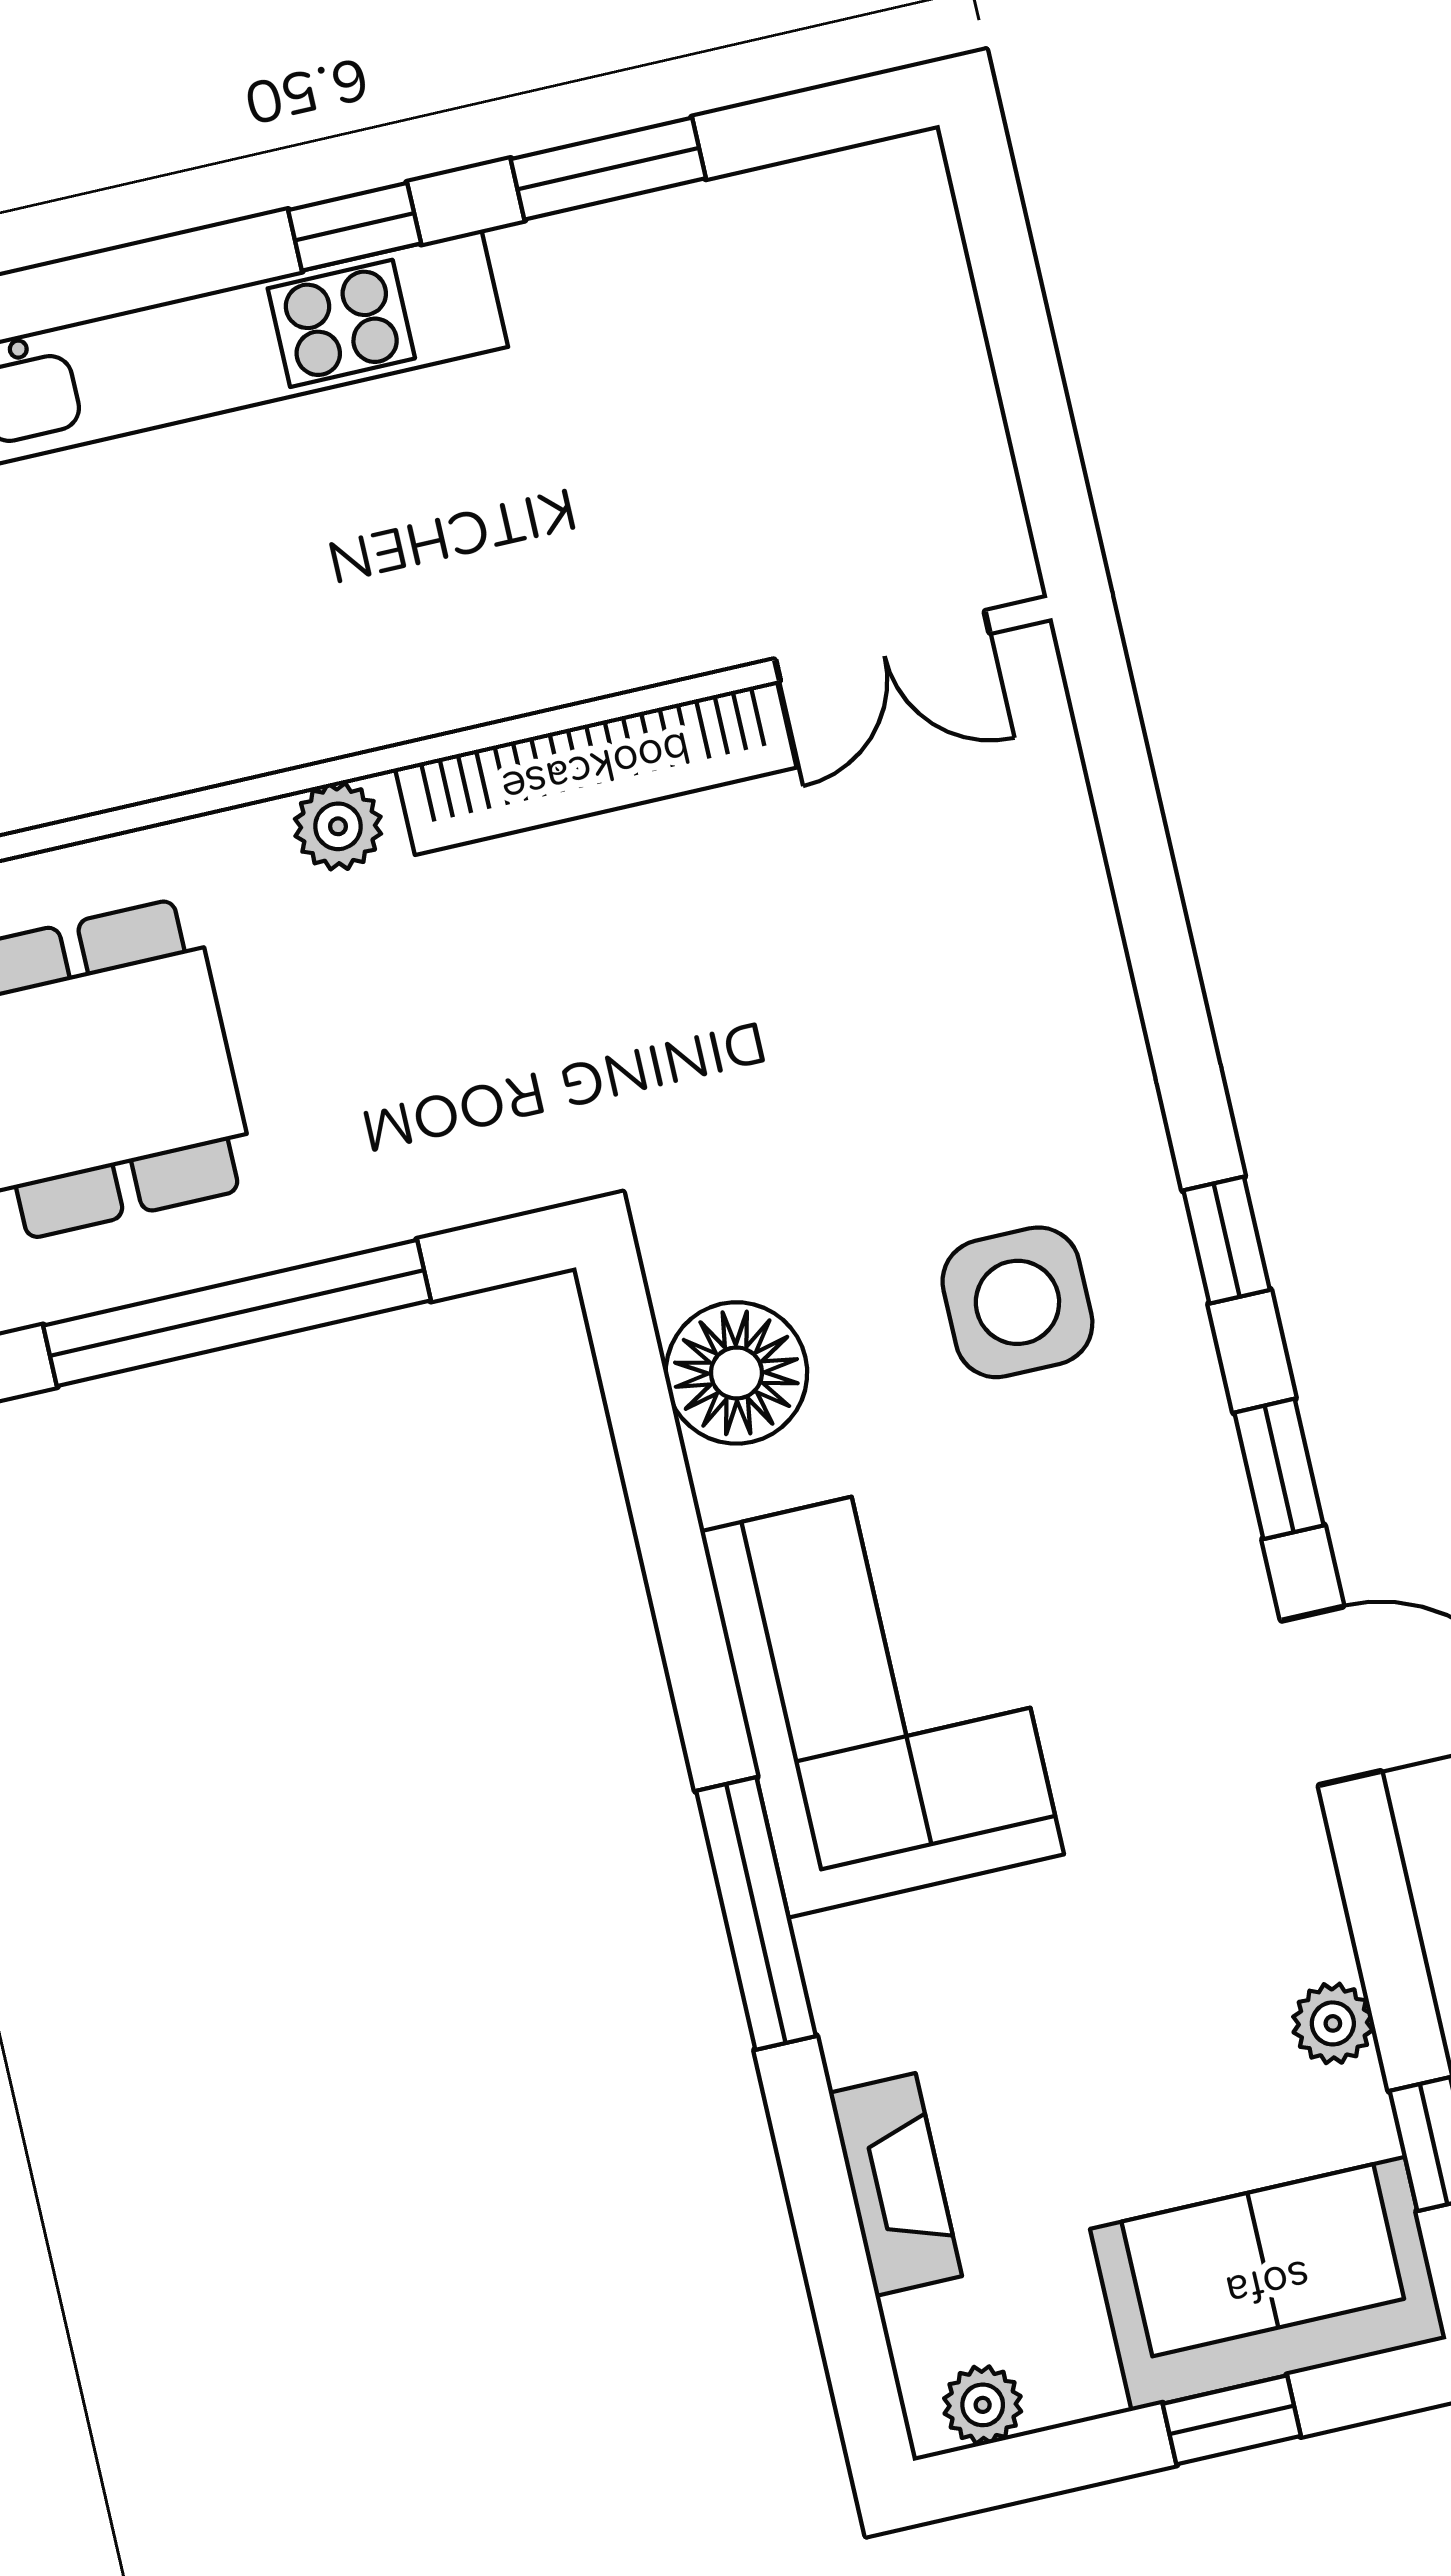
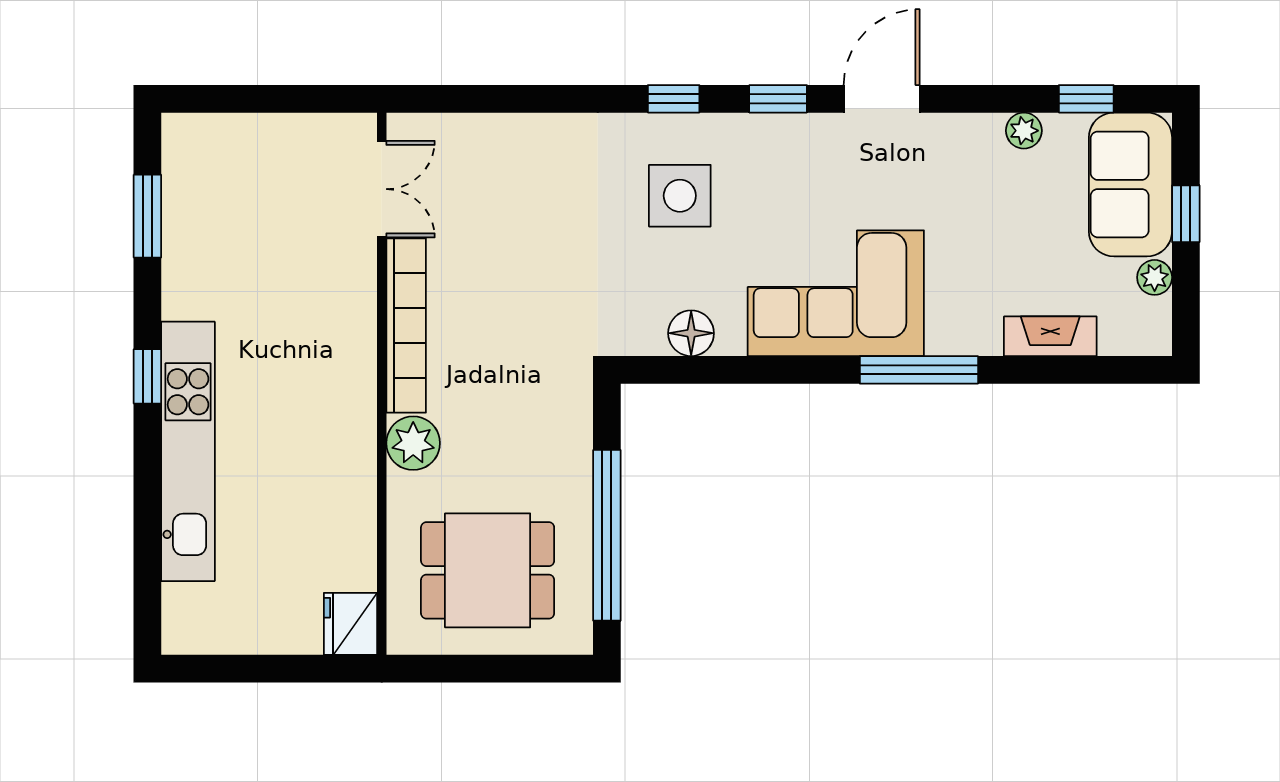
window: (608, 169) -> (147, 216), moved
plant: (338, 826) -> (413, 443), width x1.38, depth x1.38
floor lamp: (736, 1373) -> (691, 333), width x0.73, depth x0.73
plant: (983, 2405) -> (1155, 277), moved

